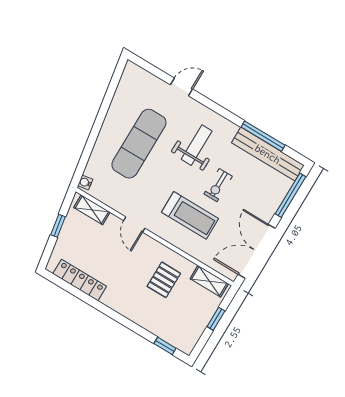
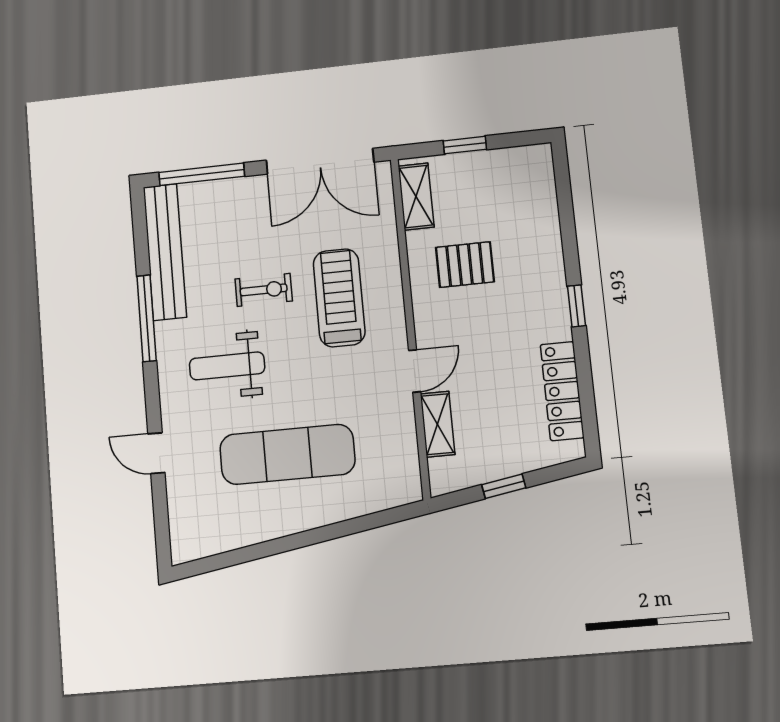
window: (263, 136) -> (147, 318), moved
water cooler: (85, 182) -> (406, 493), removed
shelving: (92, 210) -> (438, 424), moved
window: (165, 346) -> (576, 306), moved

